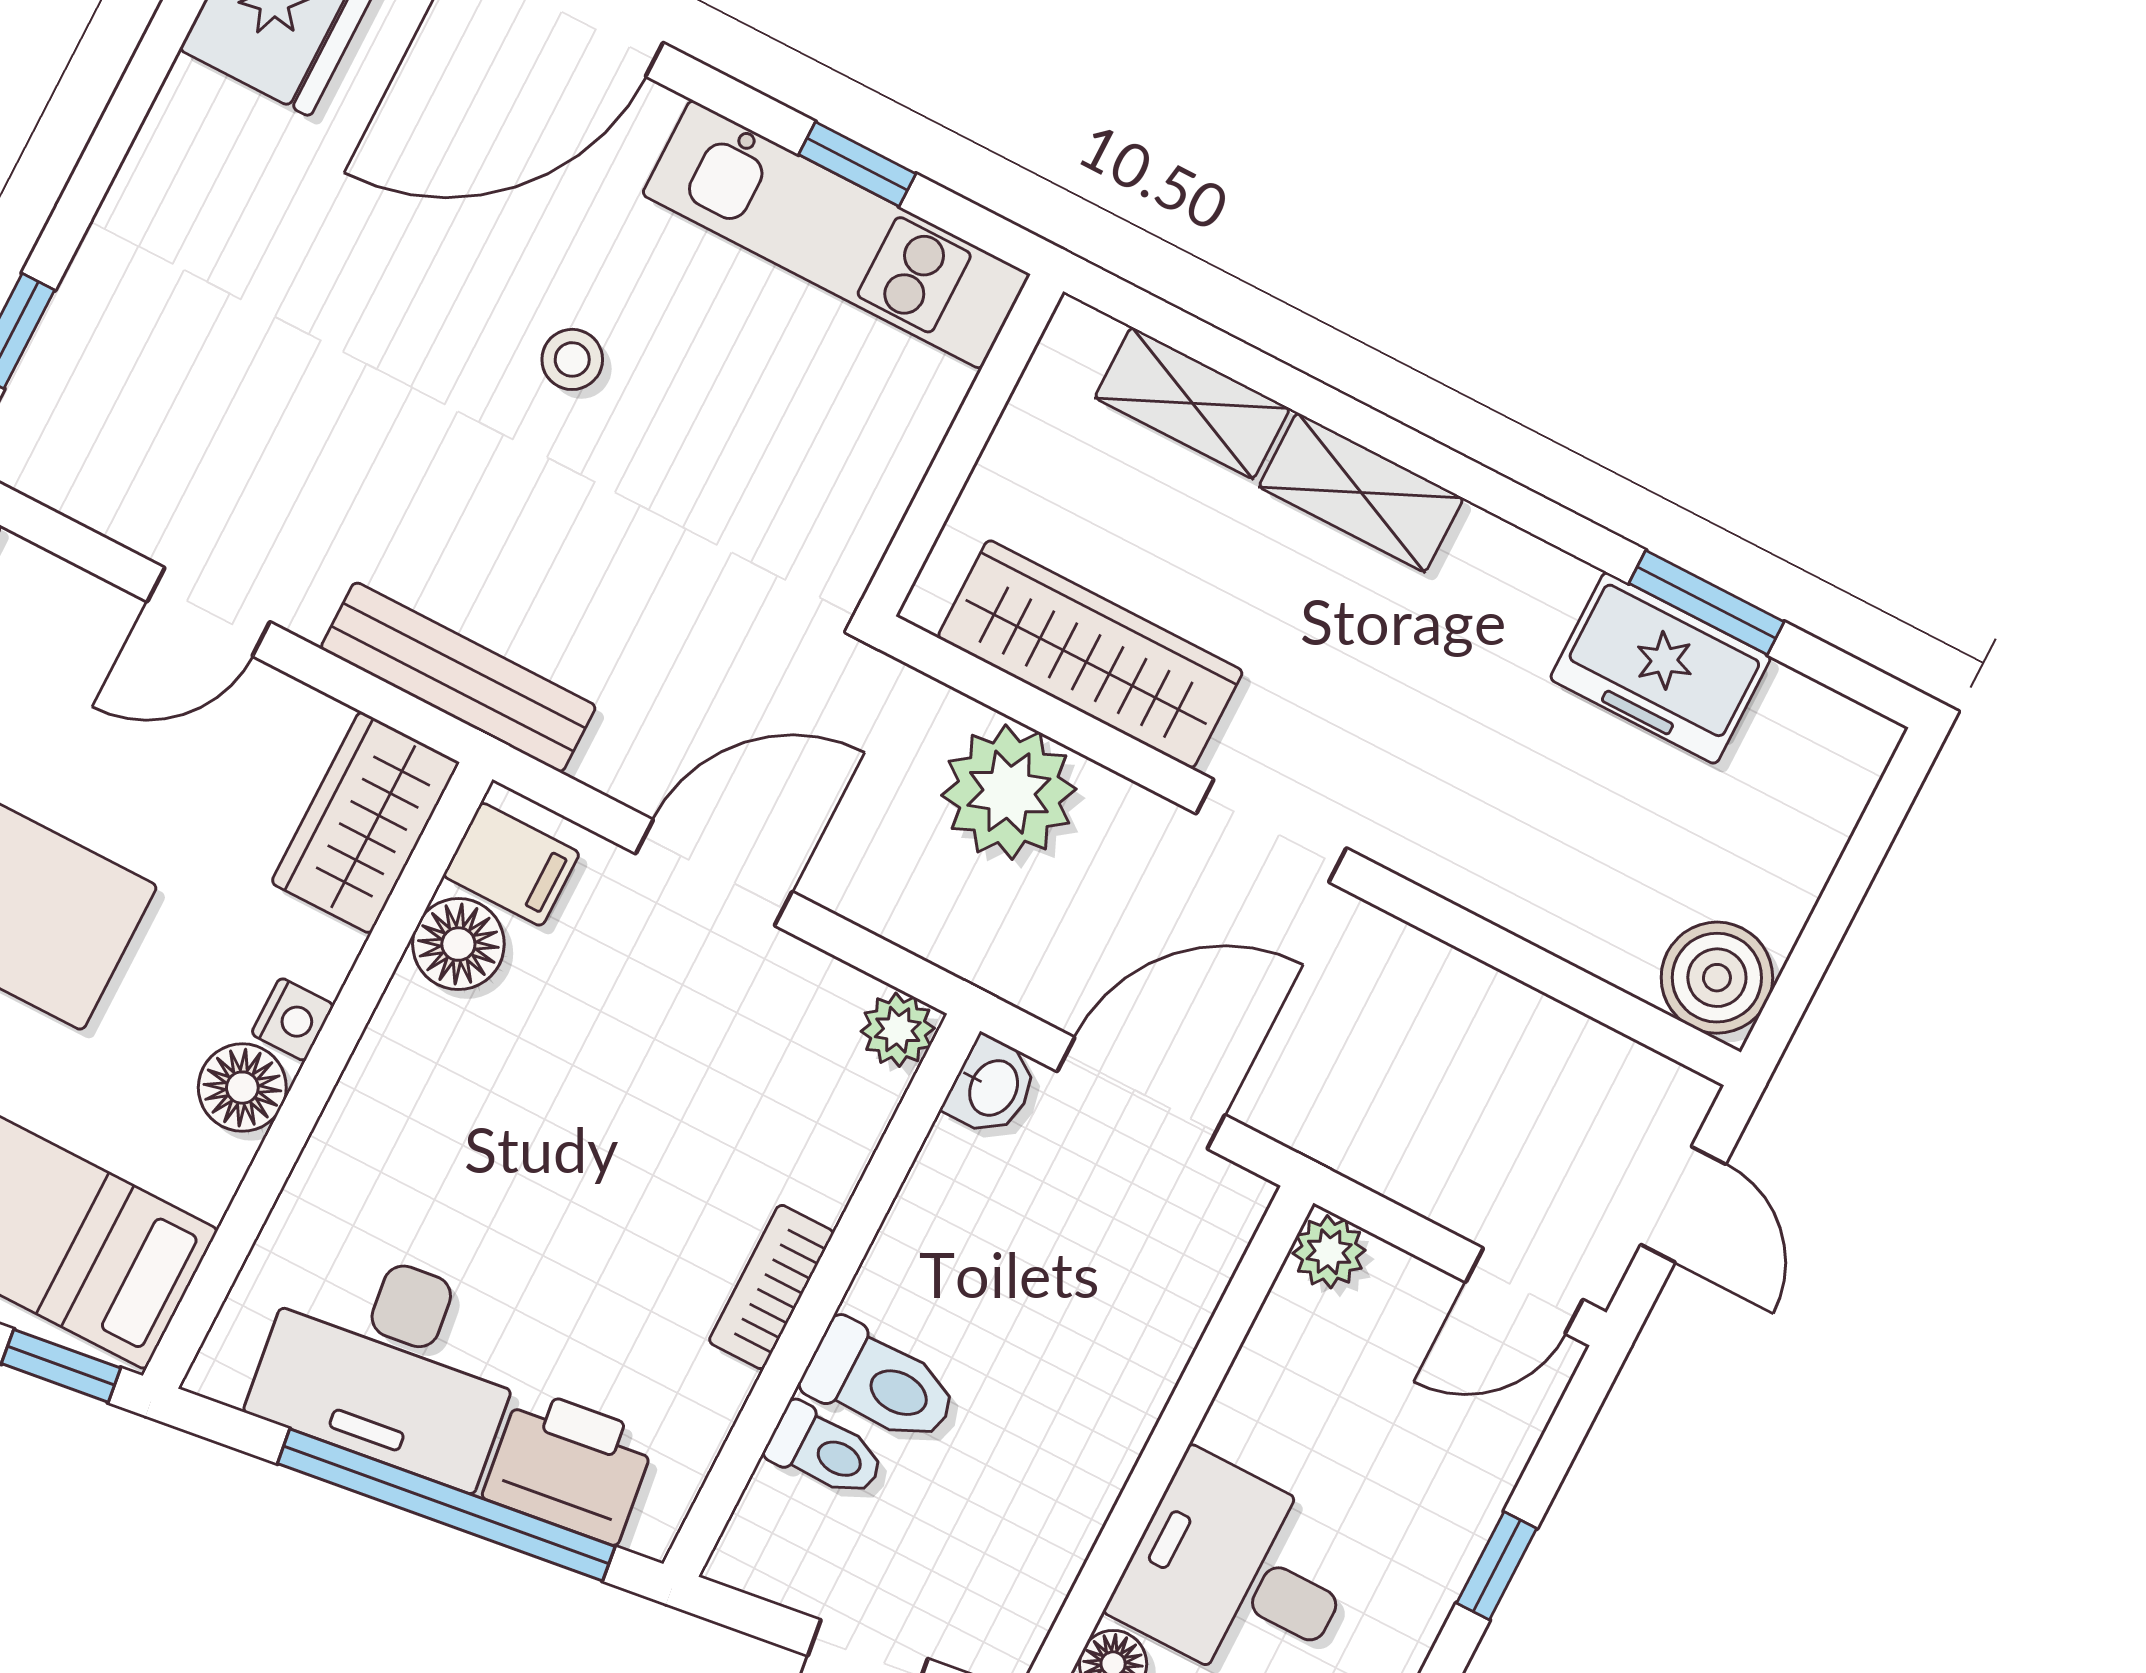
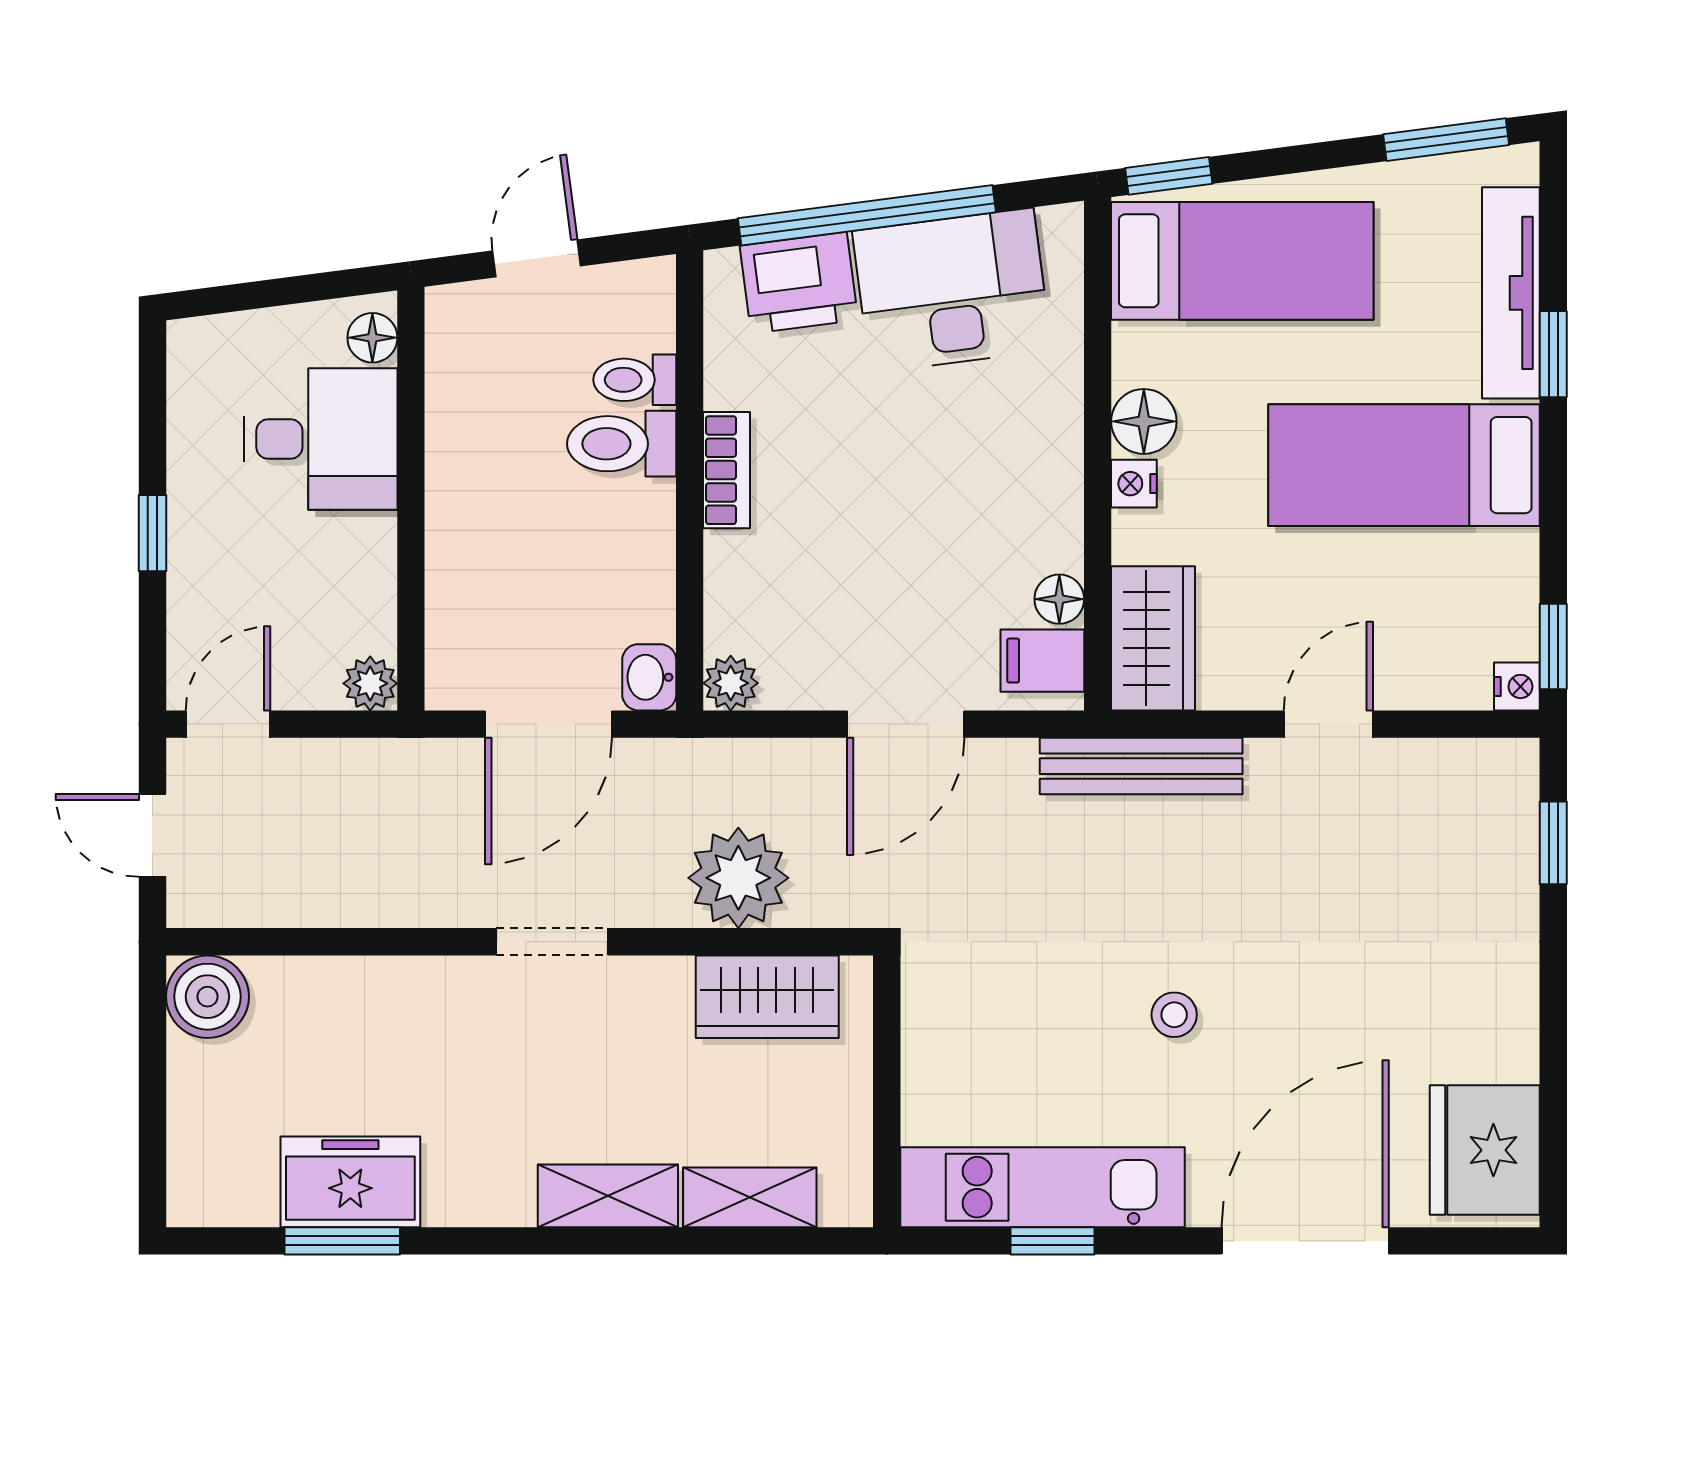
wardrobe: (1090, 654) -> (767, 997), width x0.67
floor lamp: (458, 944) -> (1059, 599), width x0.73, depth x0.73

